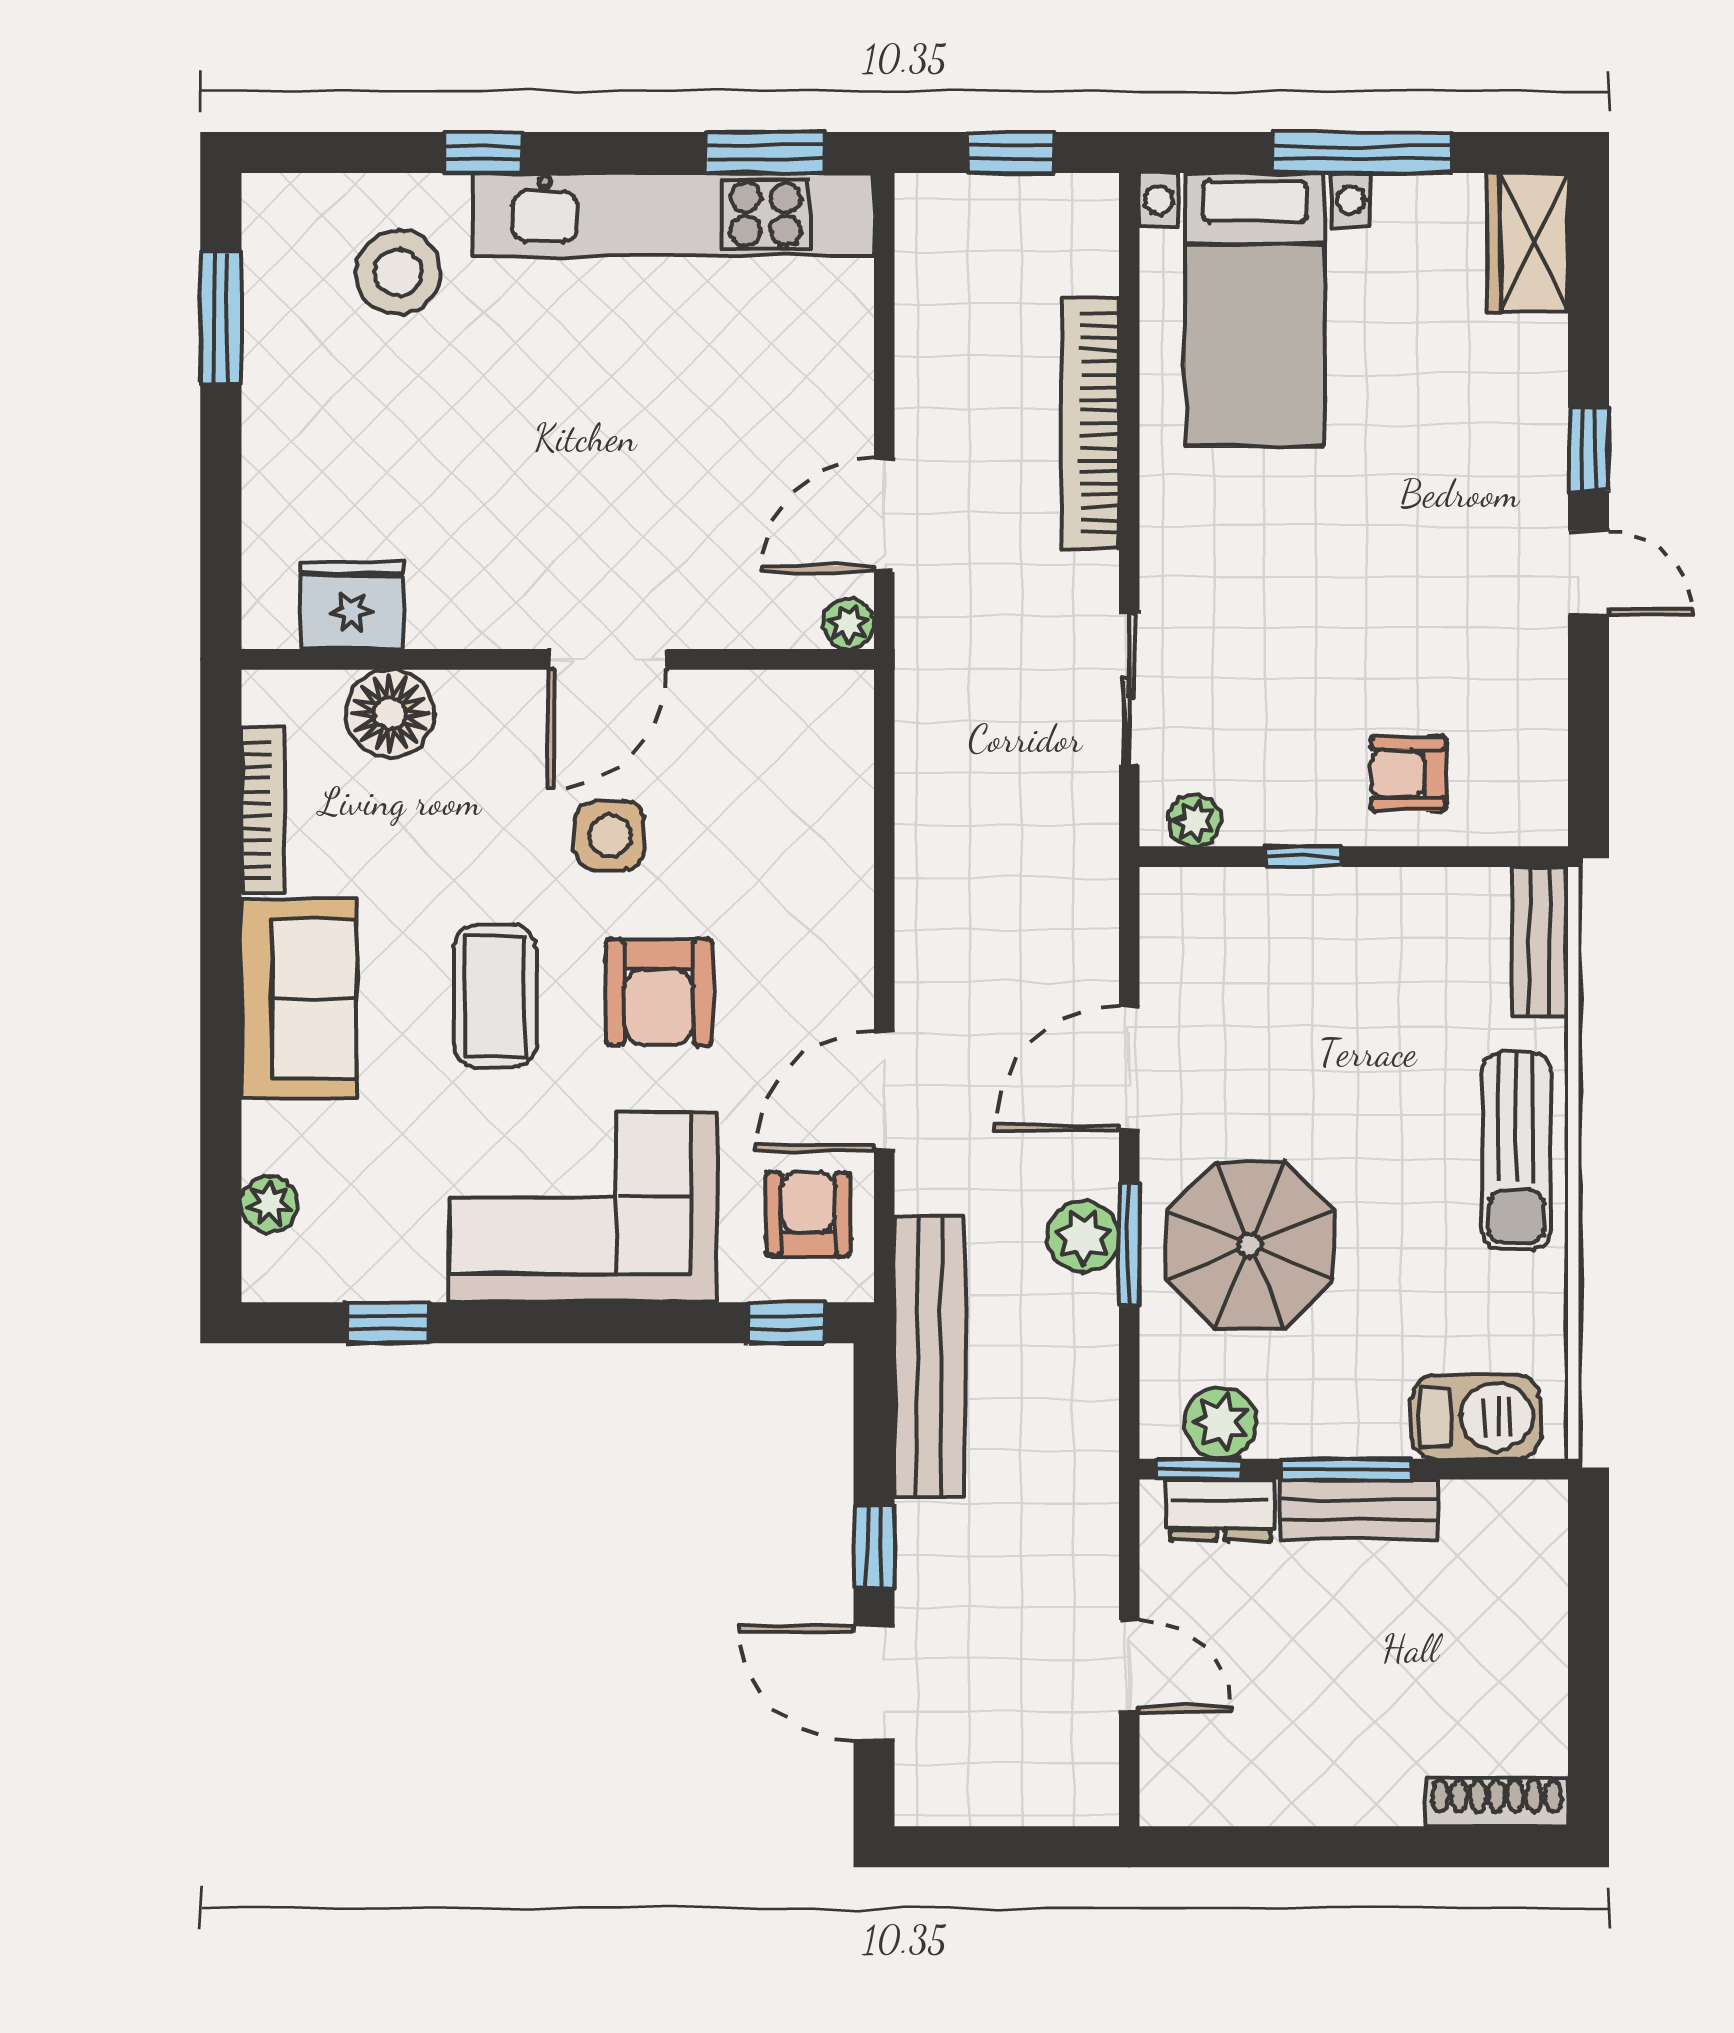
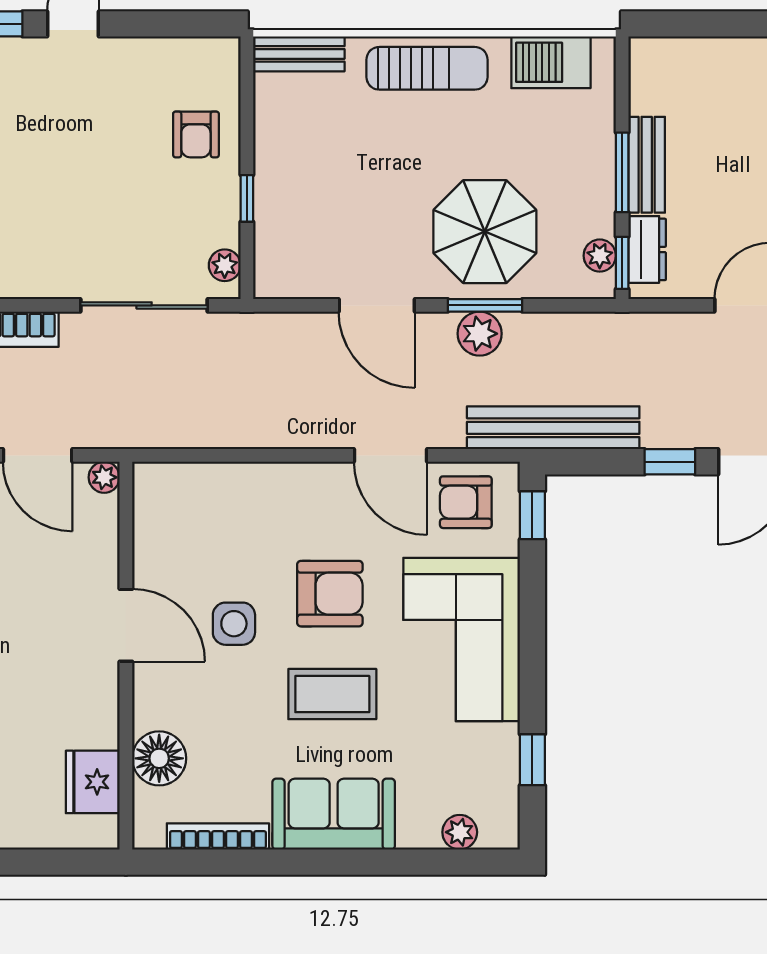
sliding door: (1129, 689) -> (144, 305), width x1.37
barbecue: (1476, 1417) -> (551, 62), moved, turned -90
plant: (1220, 1423) -> (600, 256), width x0.73, depth x0.73

